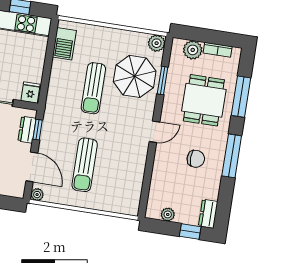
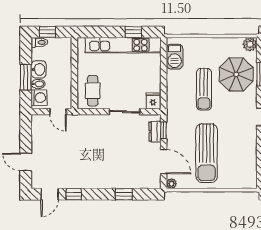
sun lounger: (85, 165) -> (207, 153), width x1.36, depth x1.34

